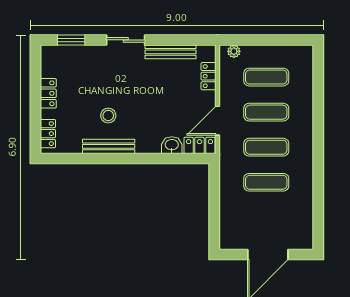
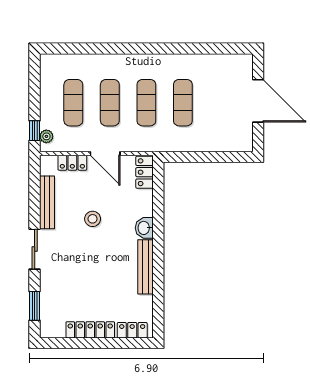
window: (239, 40) -> (35, 131), added
locker: (48, 93) -> (90, 330), width x1.53
stool: (108, 116) -> (93, 219), moved
door: (217, 121) -> (105, 153), moved
washbasin: (172, 145) -> (144, 228), moved

